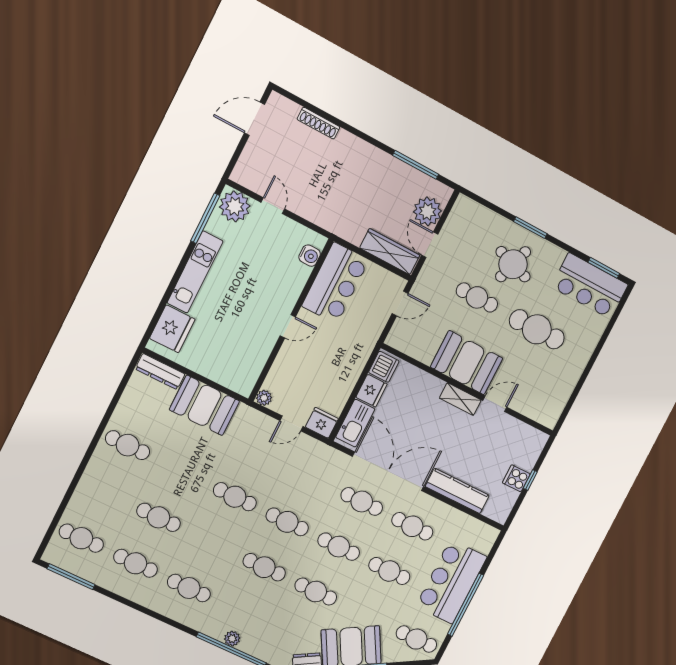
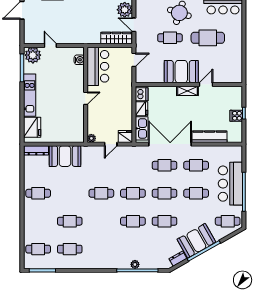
cafe table: (189, 588) -> (101, 249), removed

